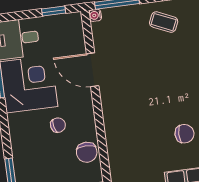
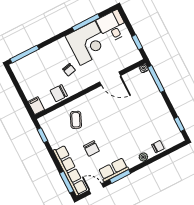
coffee table: (164, 22) -> (76, 120), moved
door: (93, 70) -> (110, 79), swing flipped

